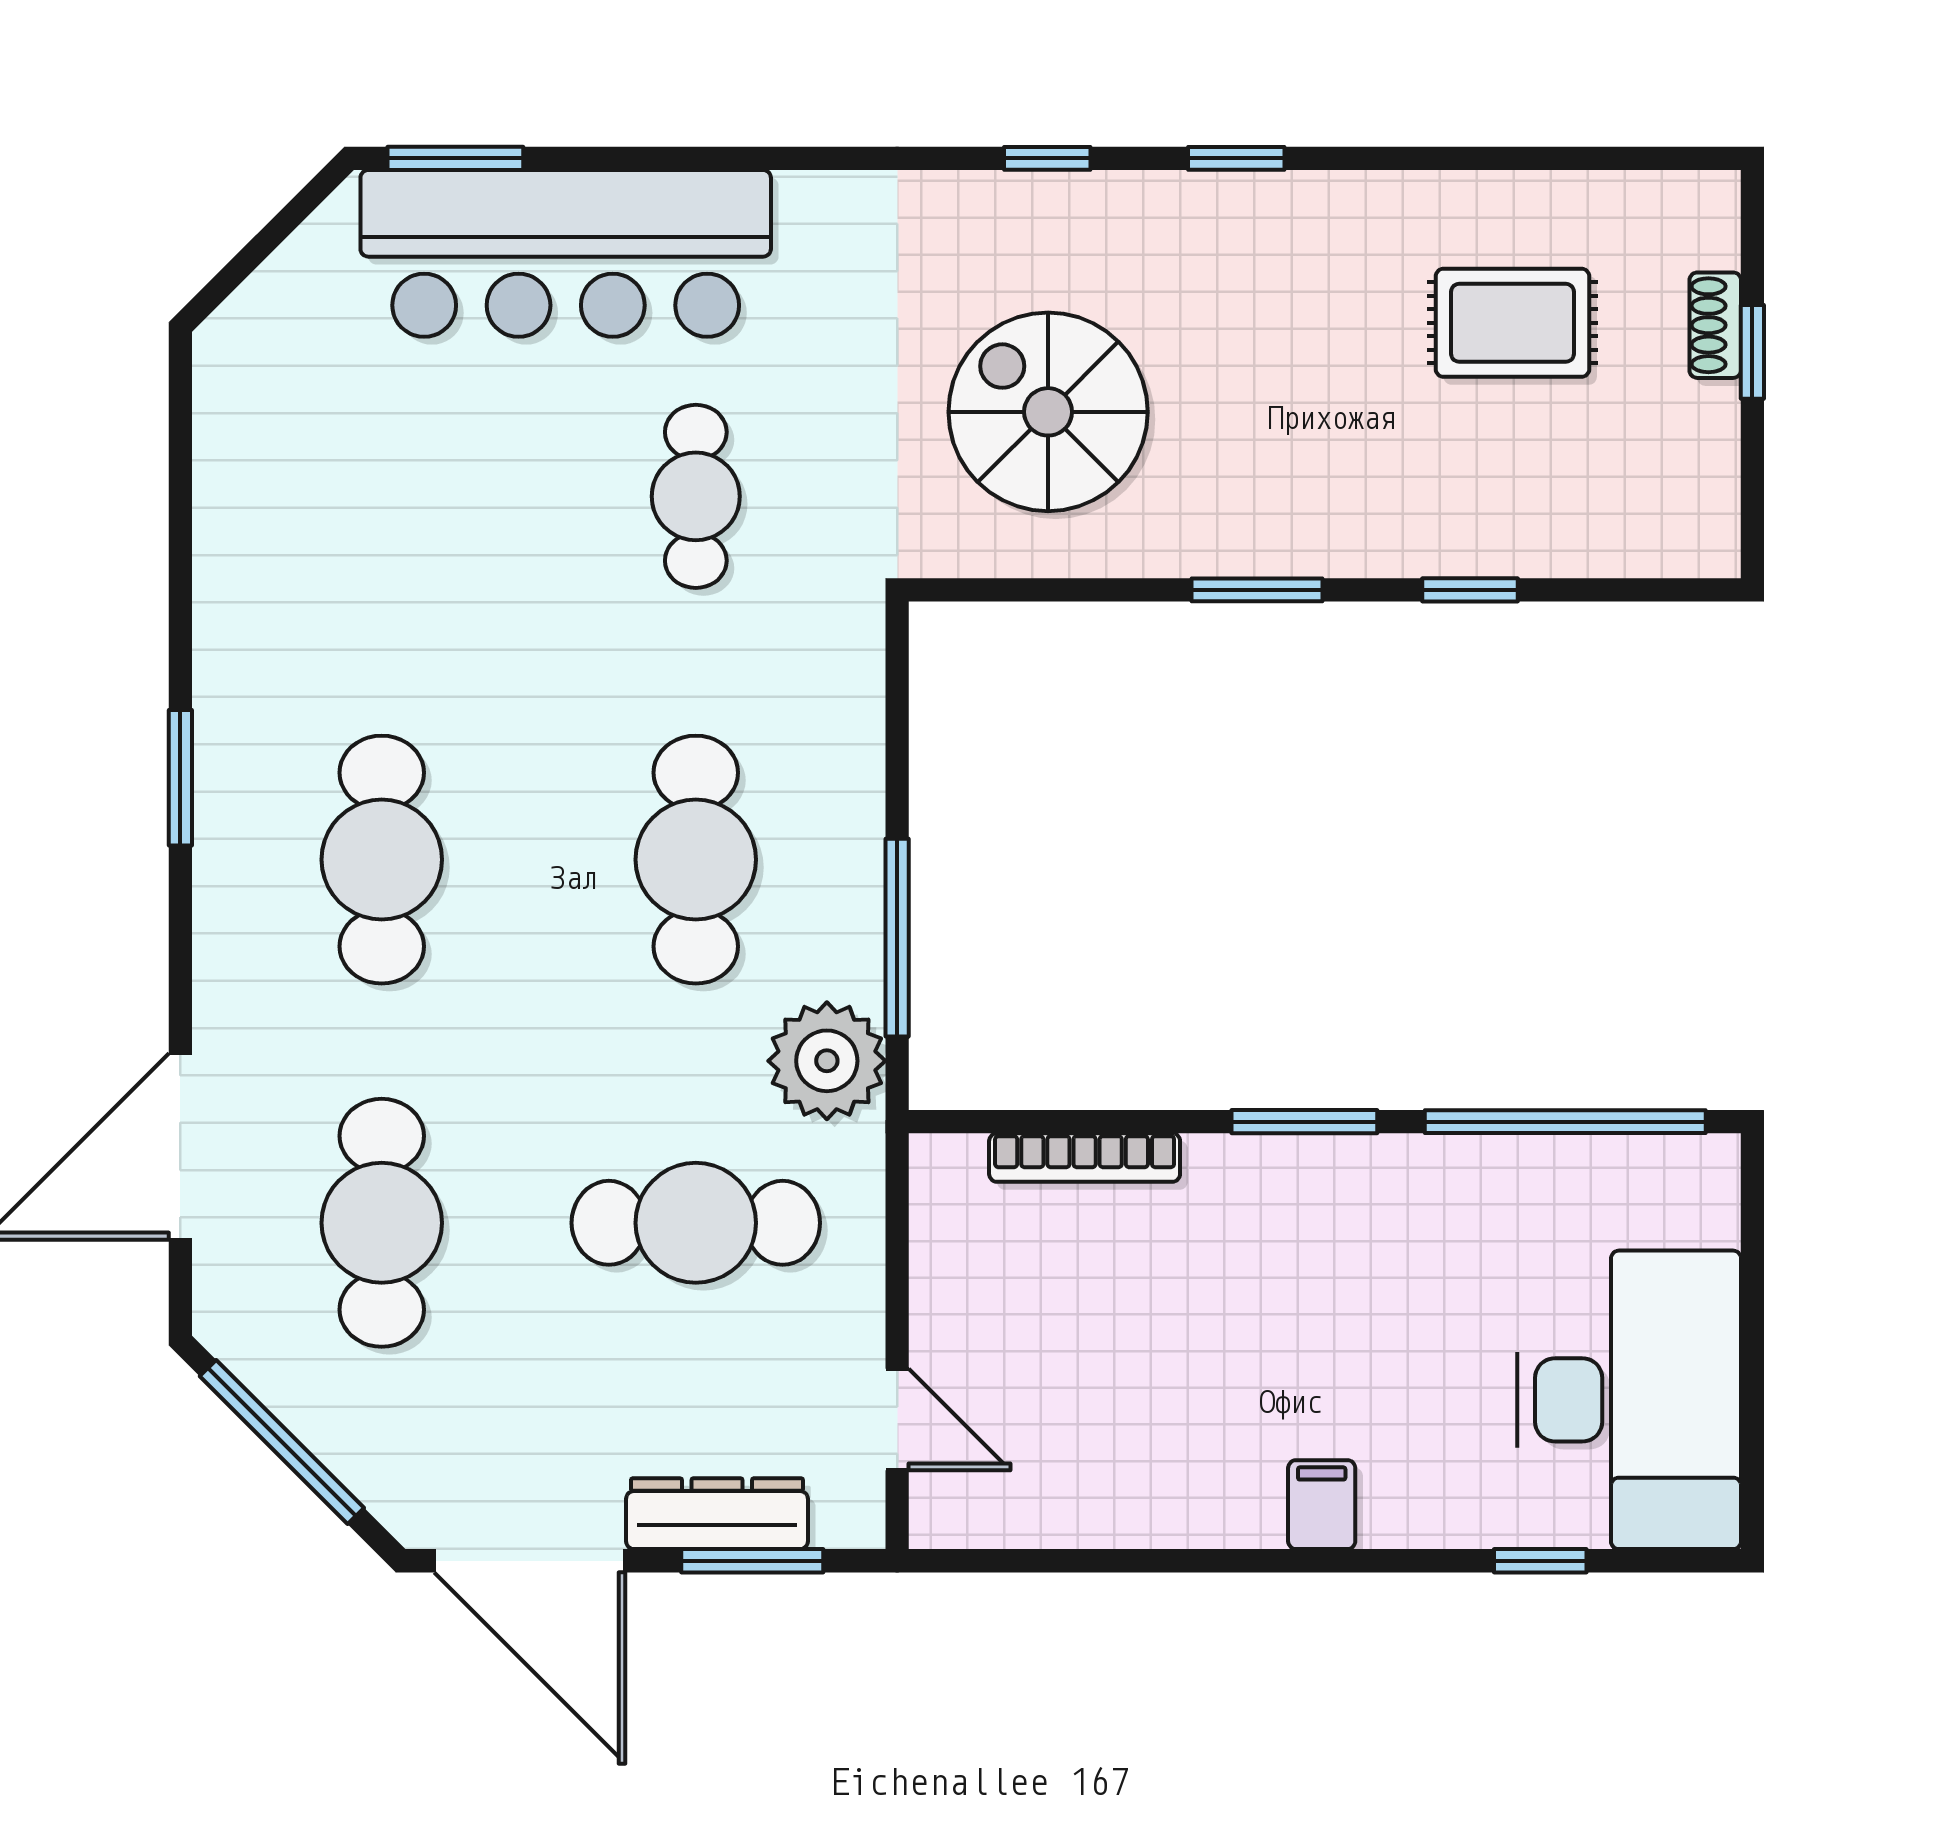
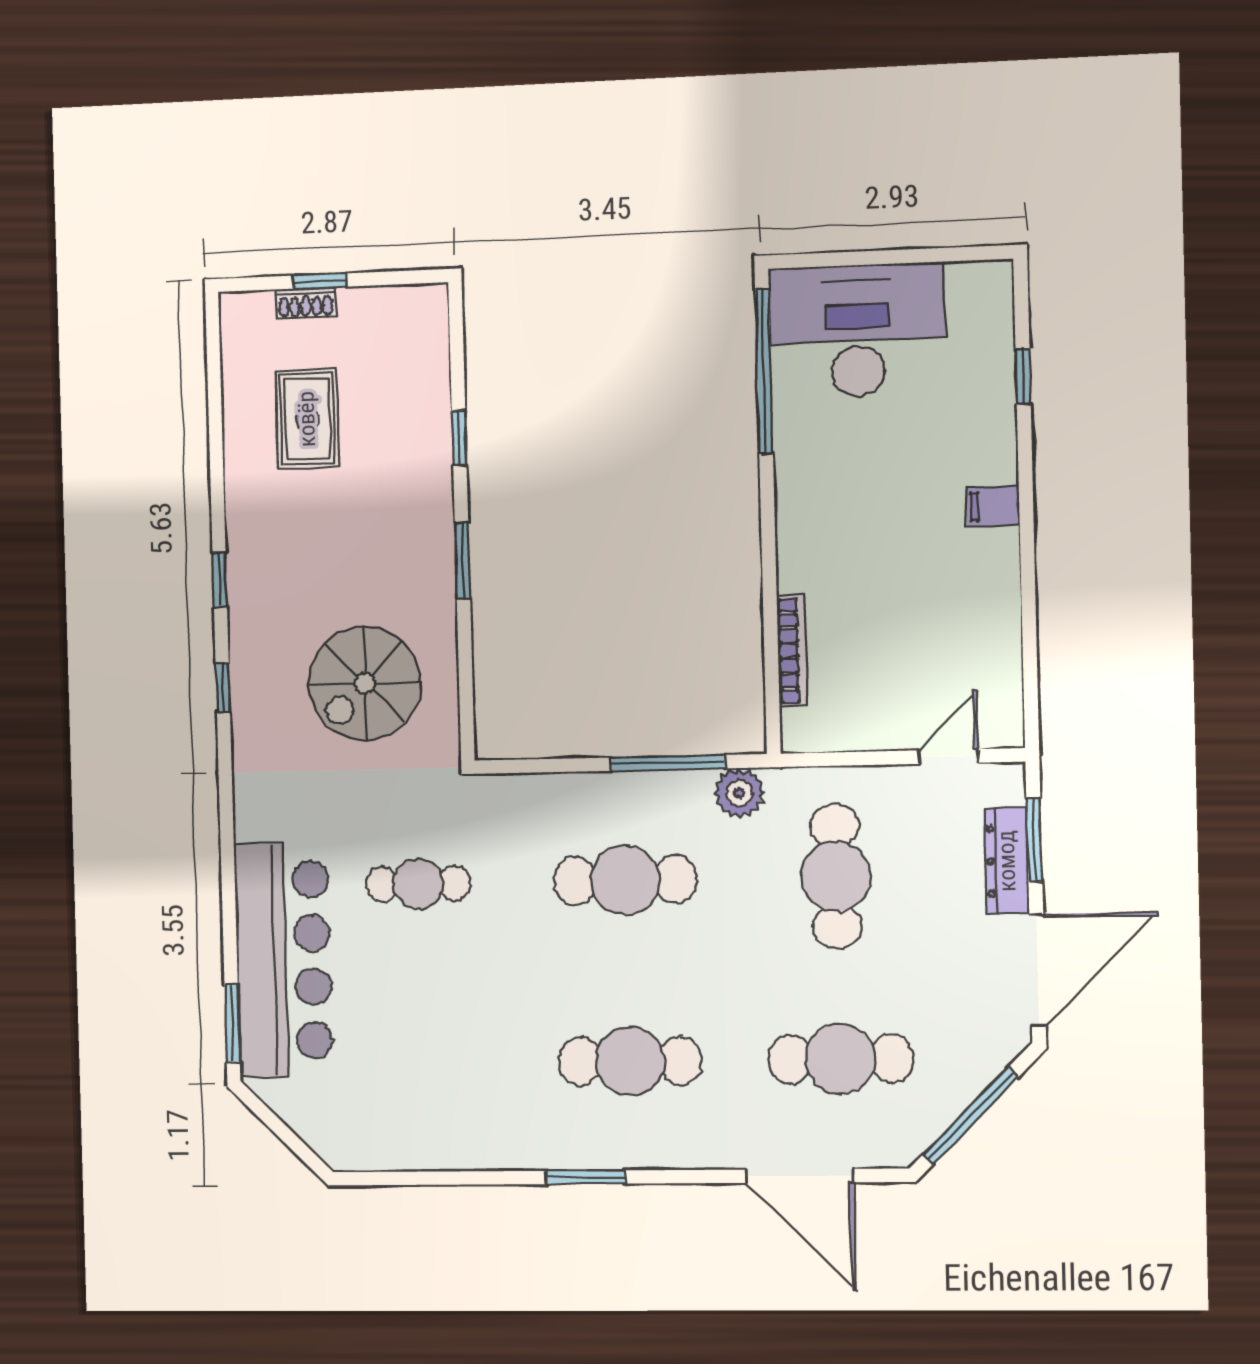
plant: (827, 1061) -> (739, 793), width x0.73, depth x0.73
window: (1304, 1122) -> (768, 524), removed
desk: (1629, 1400) -> (857, 331), moved

